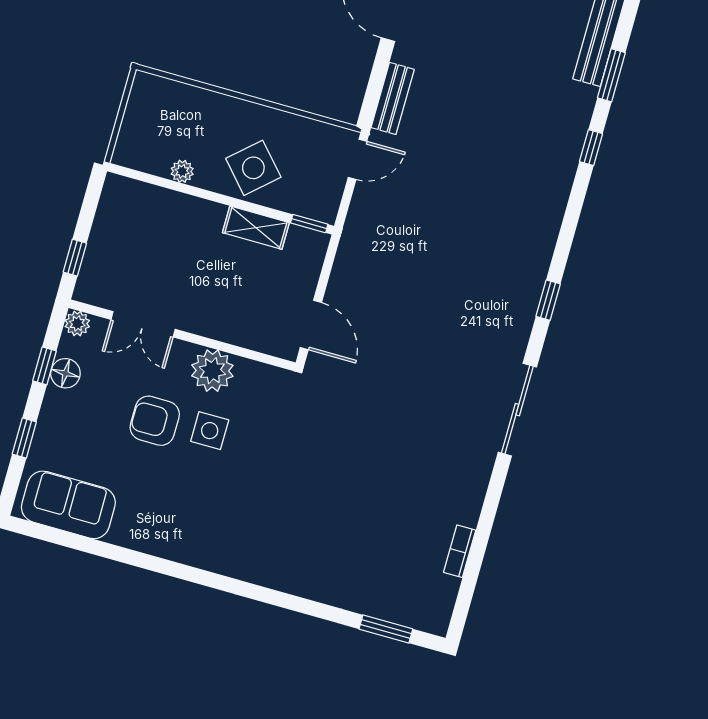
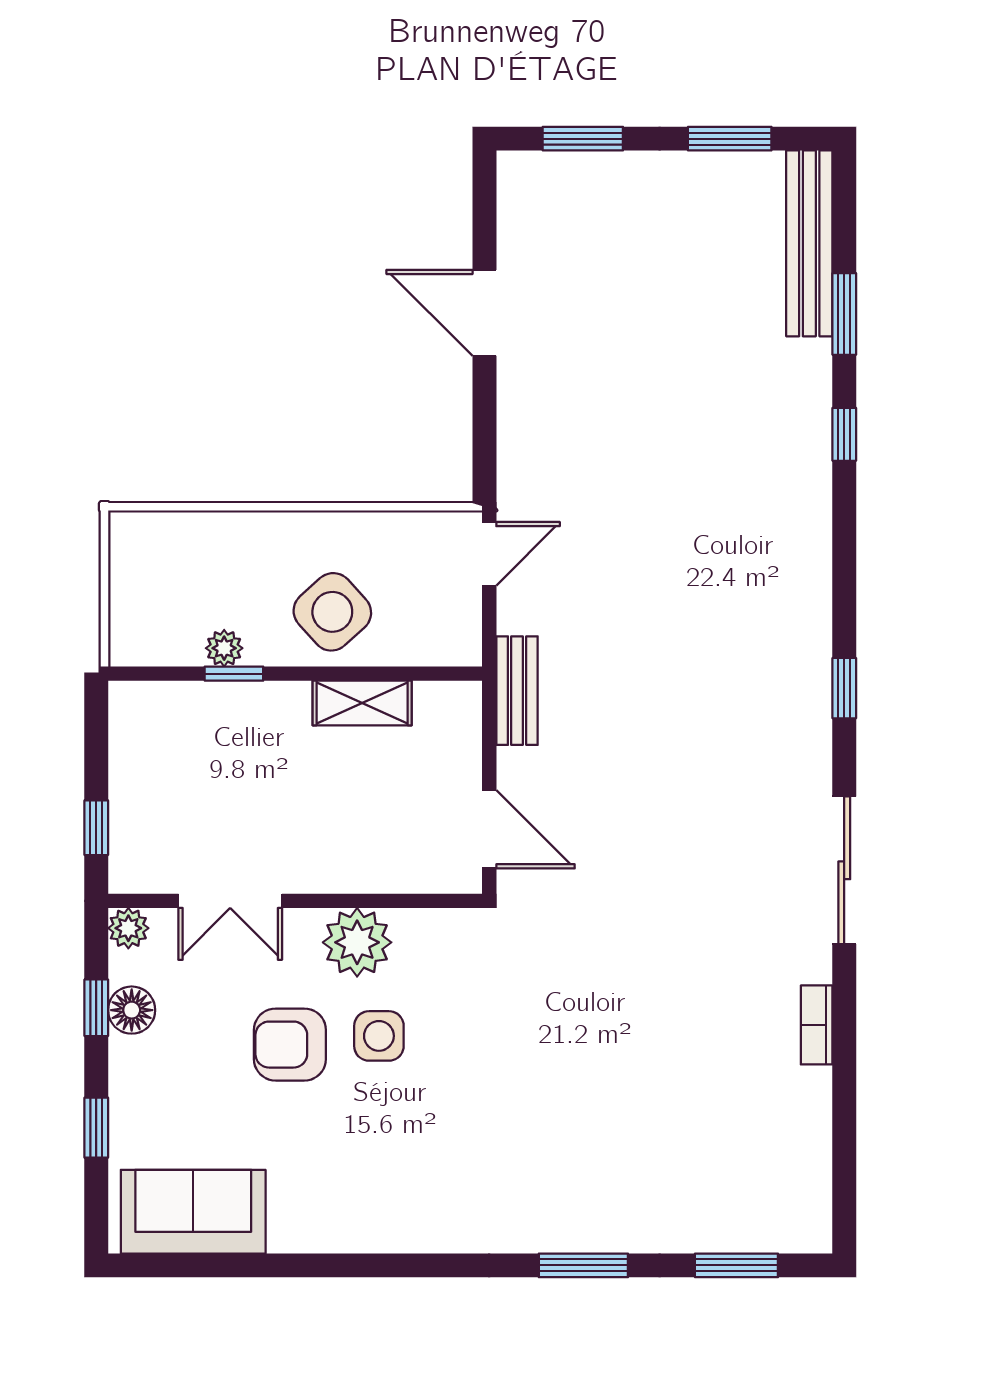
bench: (393, 98) -> (517, 691), moved
window: (309, 224) -> (234, 674), moved
bookcase: (460, 551) -> (817, 1025), moved
window: (294, 603) -> (583, 1265), added

